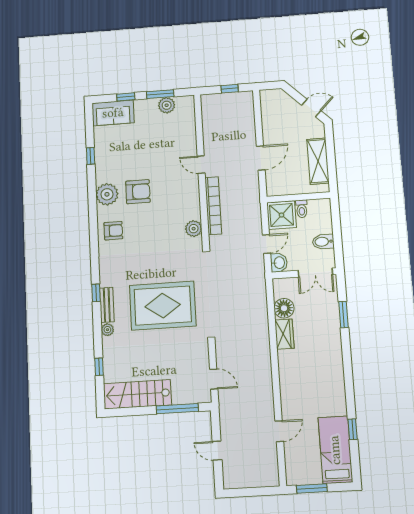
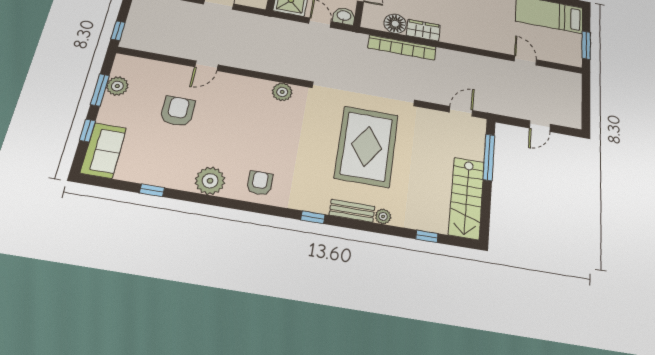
window: (230, 89) -> (118, 31), moved
armchair: (138, 192) -> (178, 111), moved
bookcase: (213, 206) -> (402, 48), moved, turned 180
window: (96, 293) -> (313, 217), moved

